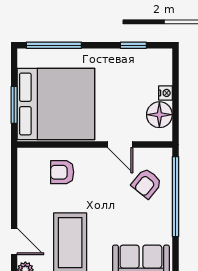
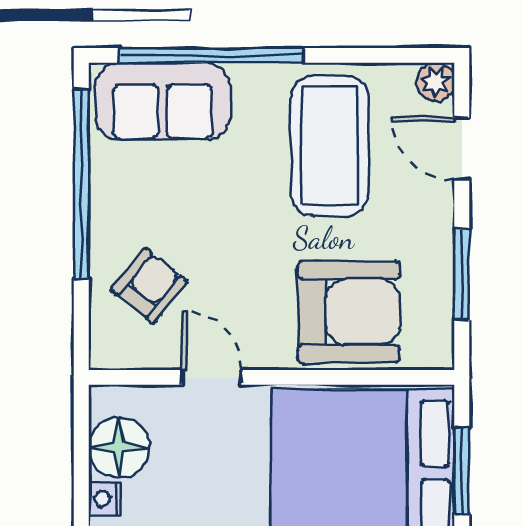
armchair: (62, 172) -> (348, 312), width x1.88, depth x1.88
window: (14, 188) -> (462, 275), added
window: (175, 197) -> (81, 184), moved

